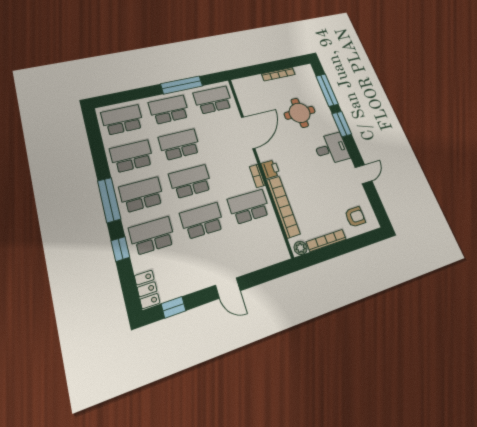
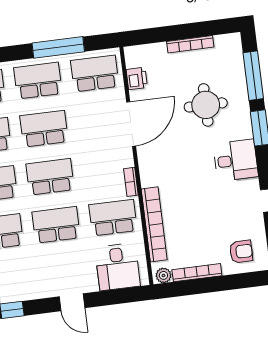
printer: (270, 169) -> (137, 78), moved
desk: (261, 248) -> (117, 267), added

